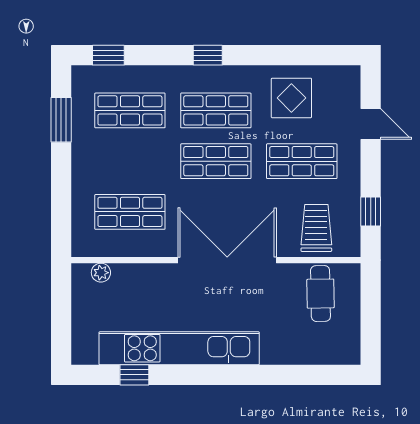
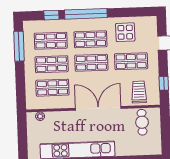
window: (108, 55) -> (51, 15), moved
window: (208, 55) -> (86, 14), width x3.17
window: (61, 120) -> (19, 46), width x1.44
shop shelf: (130, 161) -> (52, 64), added

